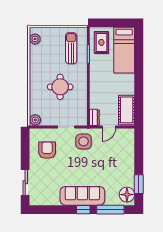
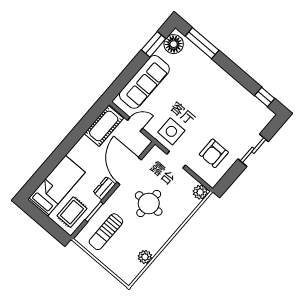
plant: (35, 39) -> (145, 257), moved
door: (88, 96) -> (129, 171), added
dresser: (94, 117) -> (104, 188), moved
sliding door: (25, 182) -> (253, 150), moved
sofa: (82, 196) -> (144, 82), moved, turned -90
window: (83, 210) -> (265, 97), moved

